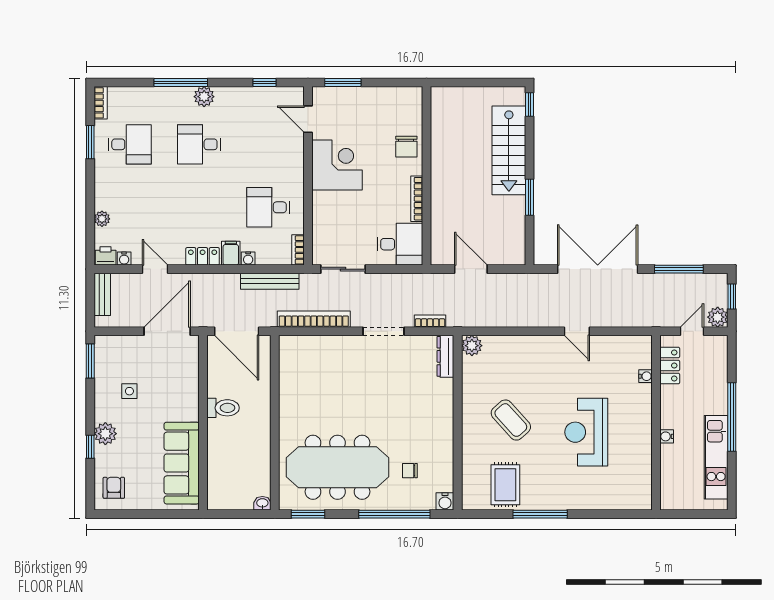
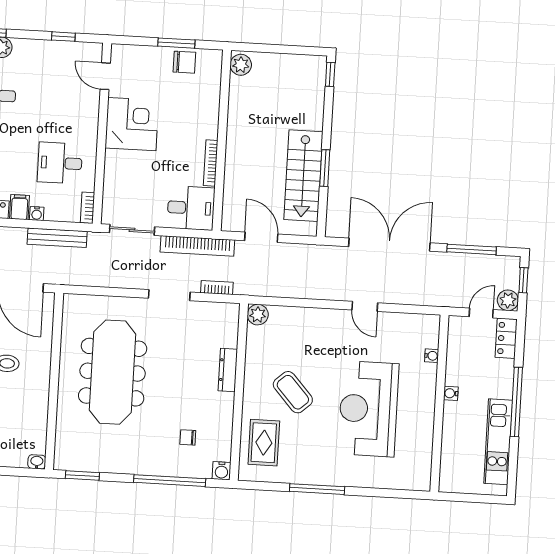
window: (343, 82) -> (176, 43), moved
plant: (441, 100) -> (241, 65), added
chair: (406, 147) -> (184, 62), moved, turned -90
stairs: (509, 150) -> (303, 176), moved
bookcase: (314, 319) -> (197, 246), moved, turned 180
dresser: (445, 356) -> (228, 370), moved
locker: (670, 366) -> (506, 338), moved, turned 180
reception desk: (586, 432) -> (368, 409), width x1.36, depth x1.30
water cooler: (667, 436) -> (451, 393), moved
meeting table: (337, 467) -> (113, 372), moved, turned 90
rug: (505, 485) -> (264, 443), moved

